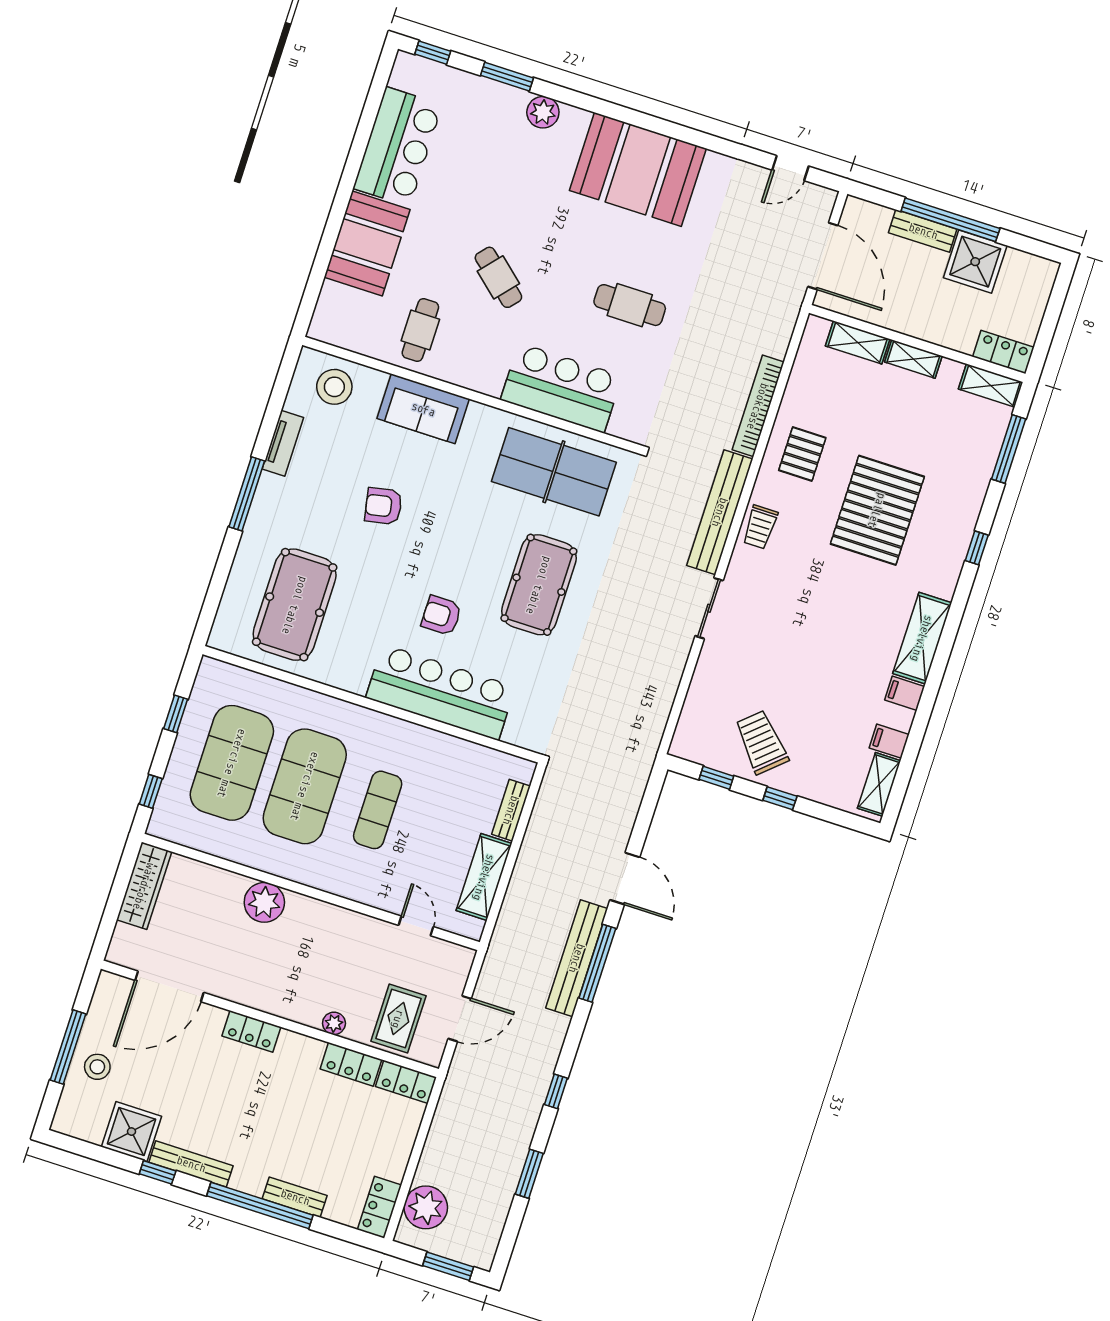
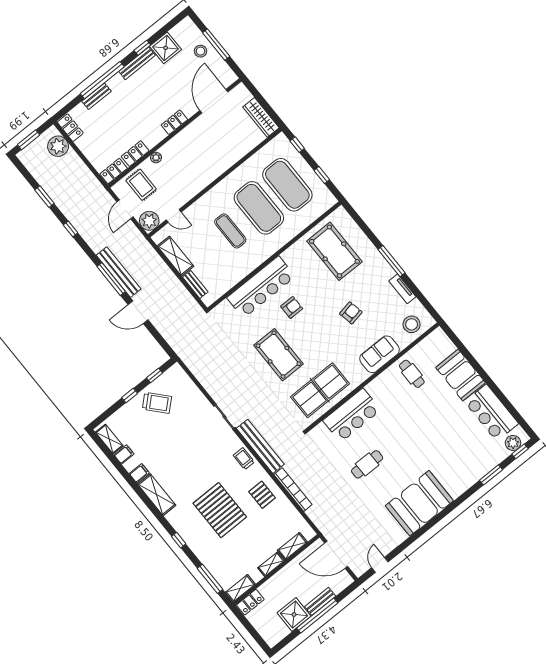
plant: (543, 112) -> (513, 443), moved
cafe table: (498, 277) -> (413, 419), removed
plant: (264, 902) -> (149, 221), moved

